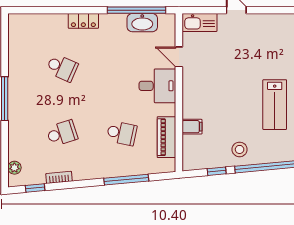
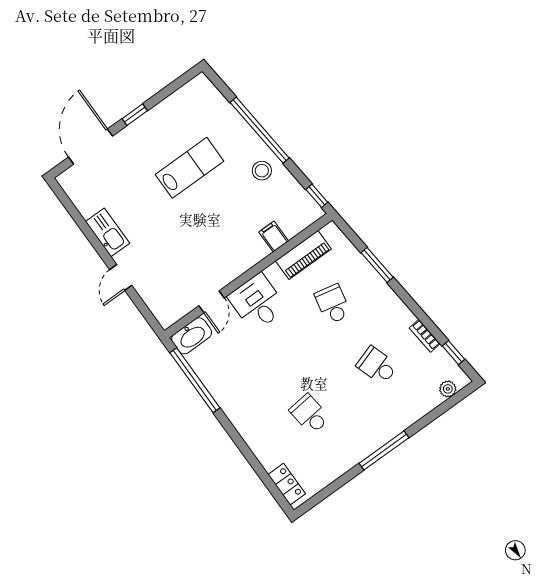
locker: (83, 21) -> (287, 484), moved
kitchen sink: (199, 22) -> (108, 232), moved
washbasin: (142, 23) -> (192, 336), moved, turned 90
school desk: (62, 68) -> (310, 414), turned -30
window: (217, 171) -> (317, 196), moved
window: (126, 180) -> (377, 265), width x0.69

